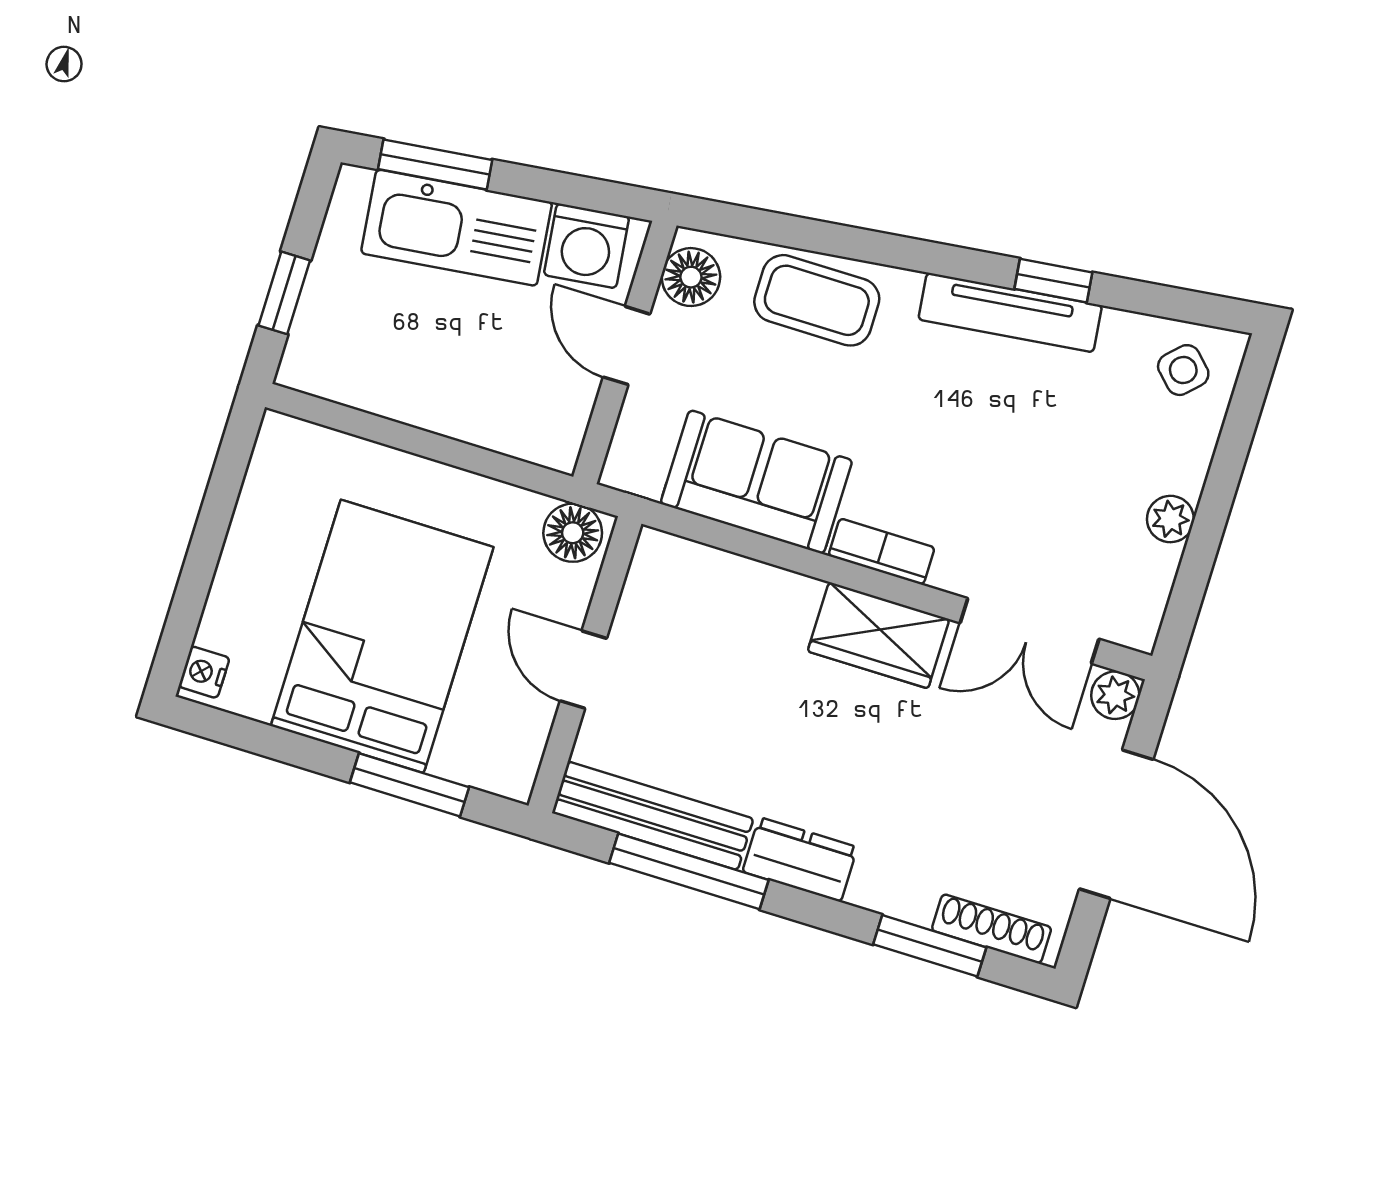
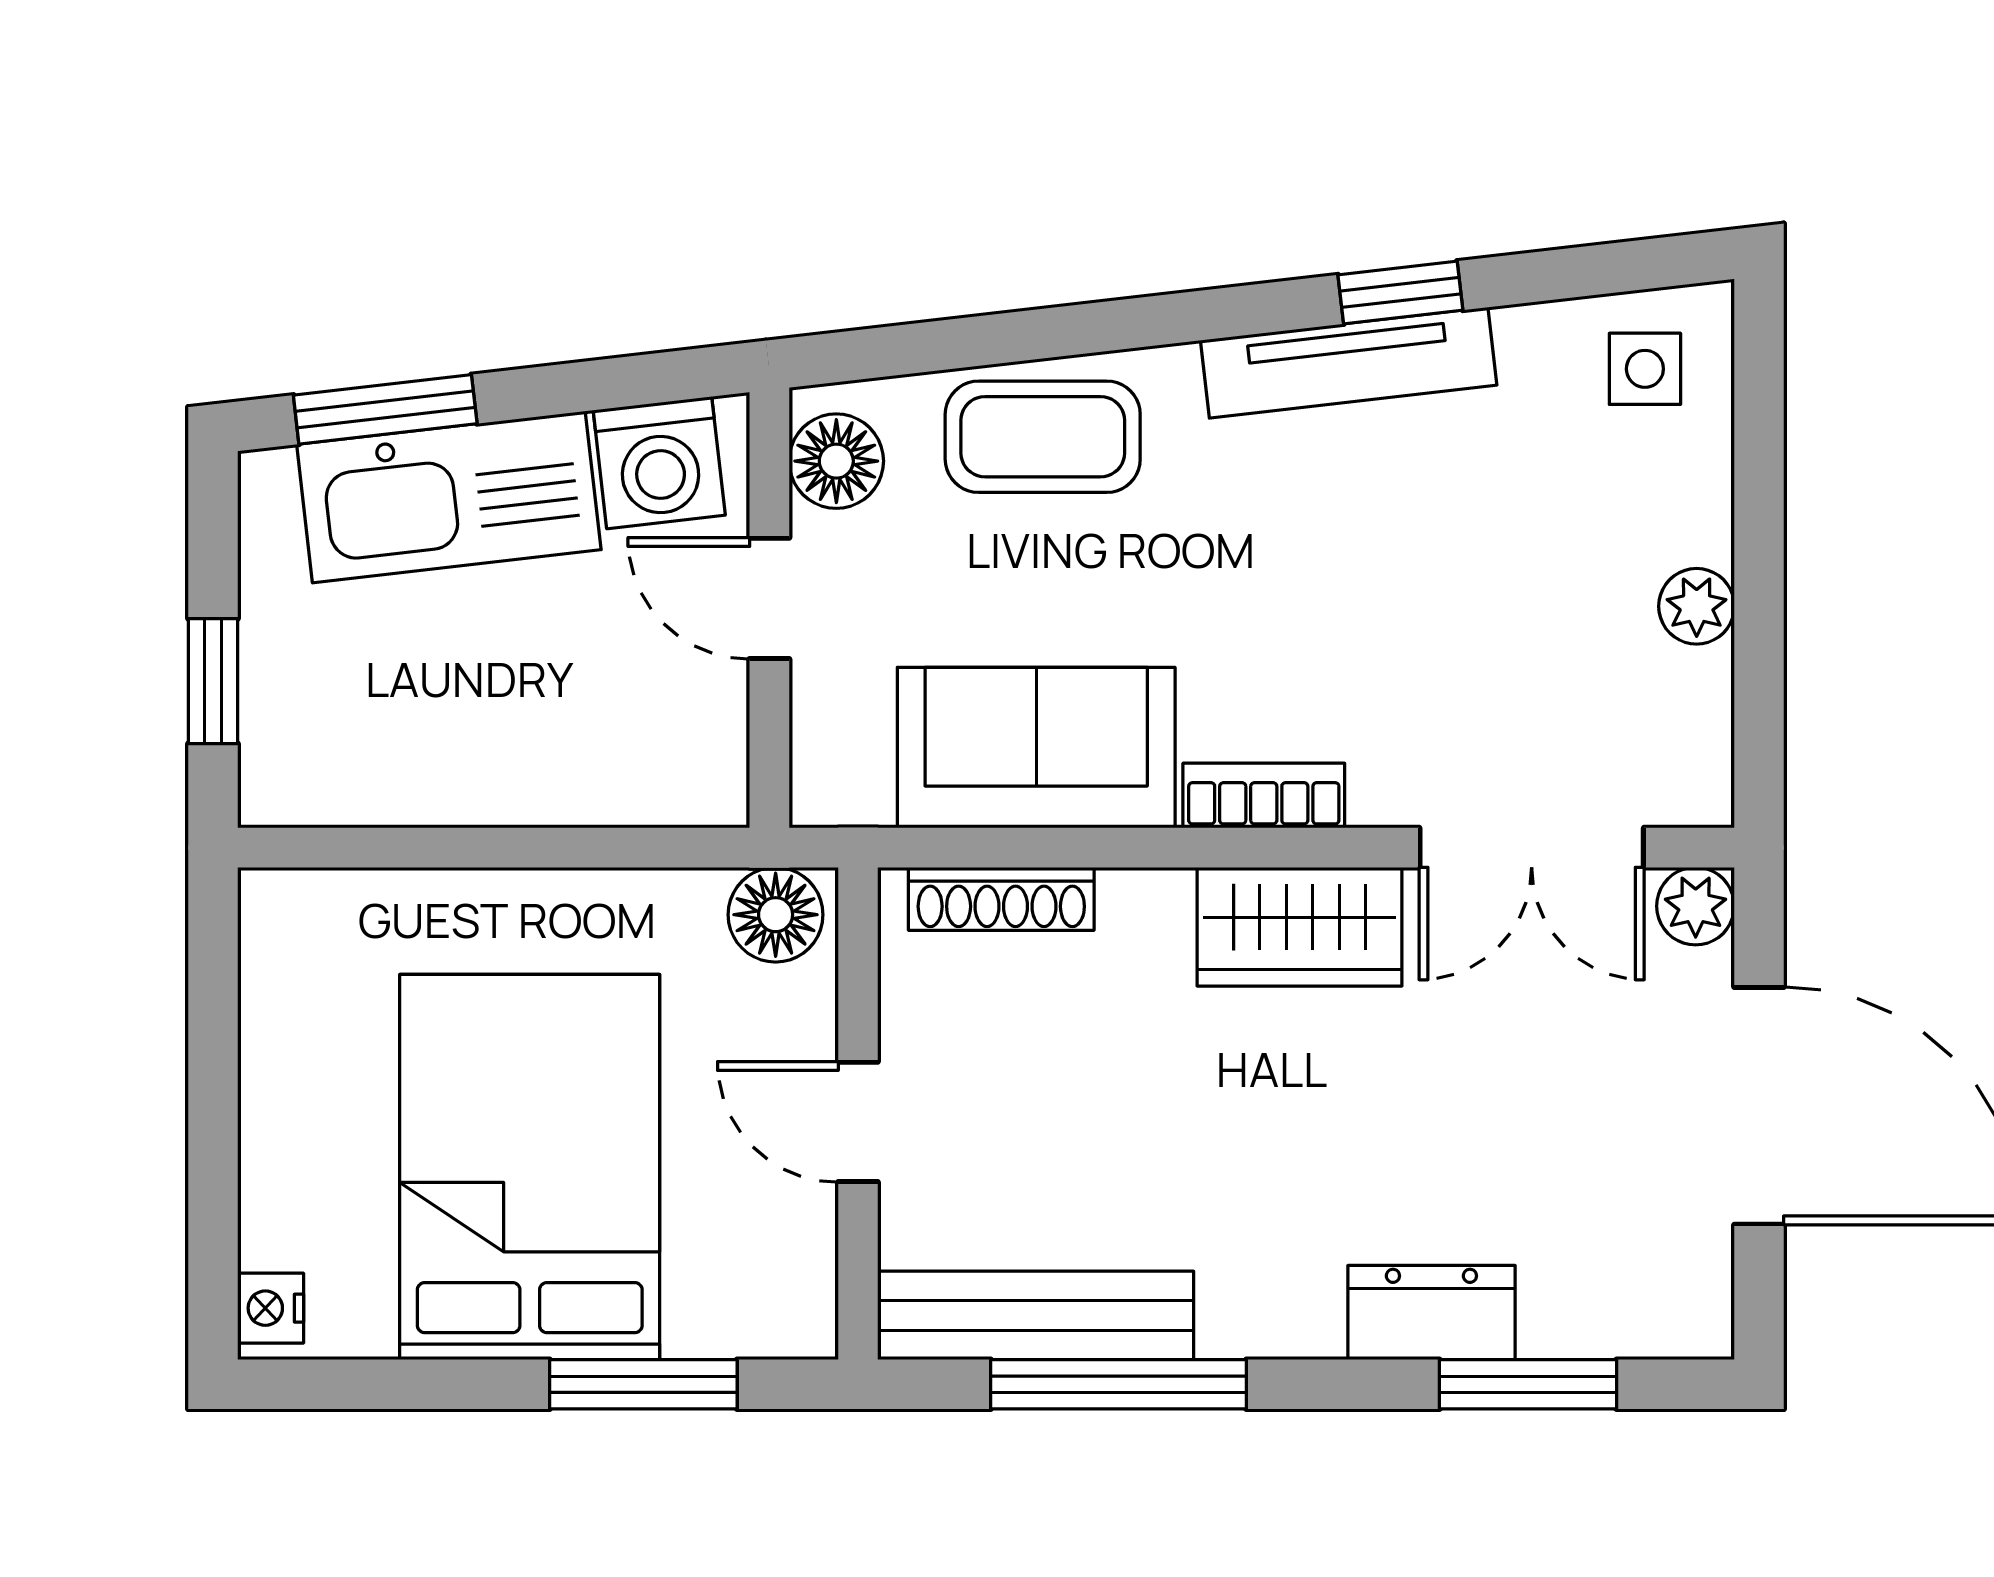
side table: (1183, 370) -> (1645, 369), turned 45
dresser: (800, 859) -> (1431, 1313), moved
shoe rack: (992, 929) -> (1001, 899), moved, turned 180

